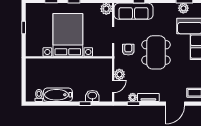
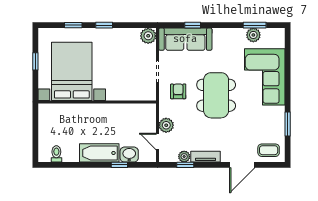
bed with nightstands: (68, 35) -> (72, 71), moved
door: (113, 86) -> (157, 142), swing flipped
bathtub: (58, 95) -> (99, 153), moved

